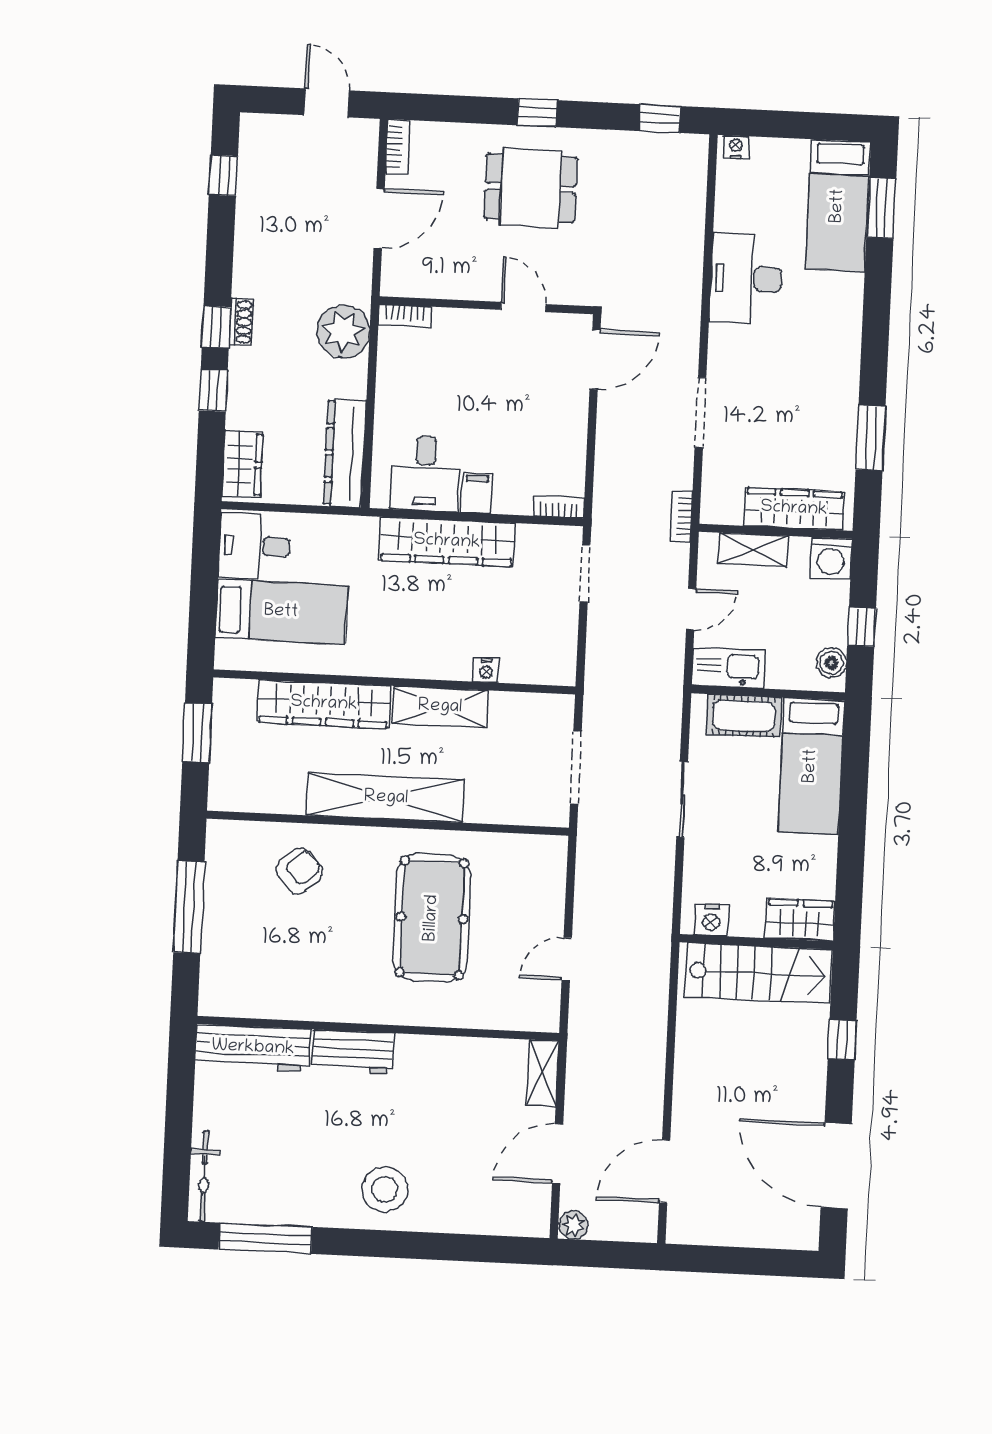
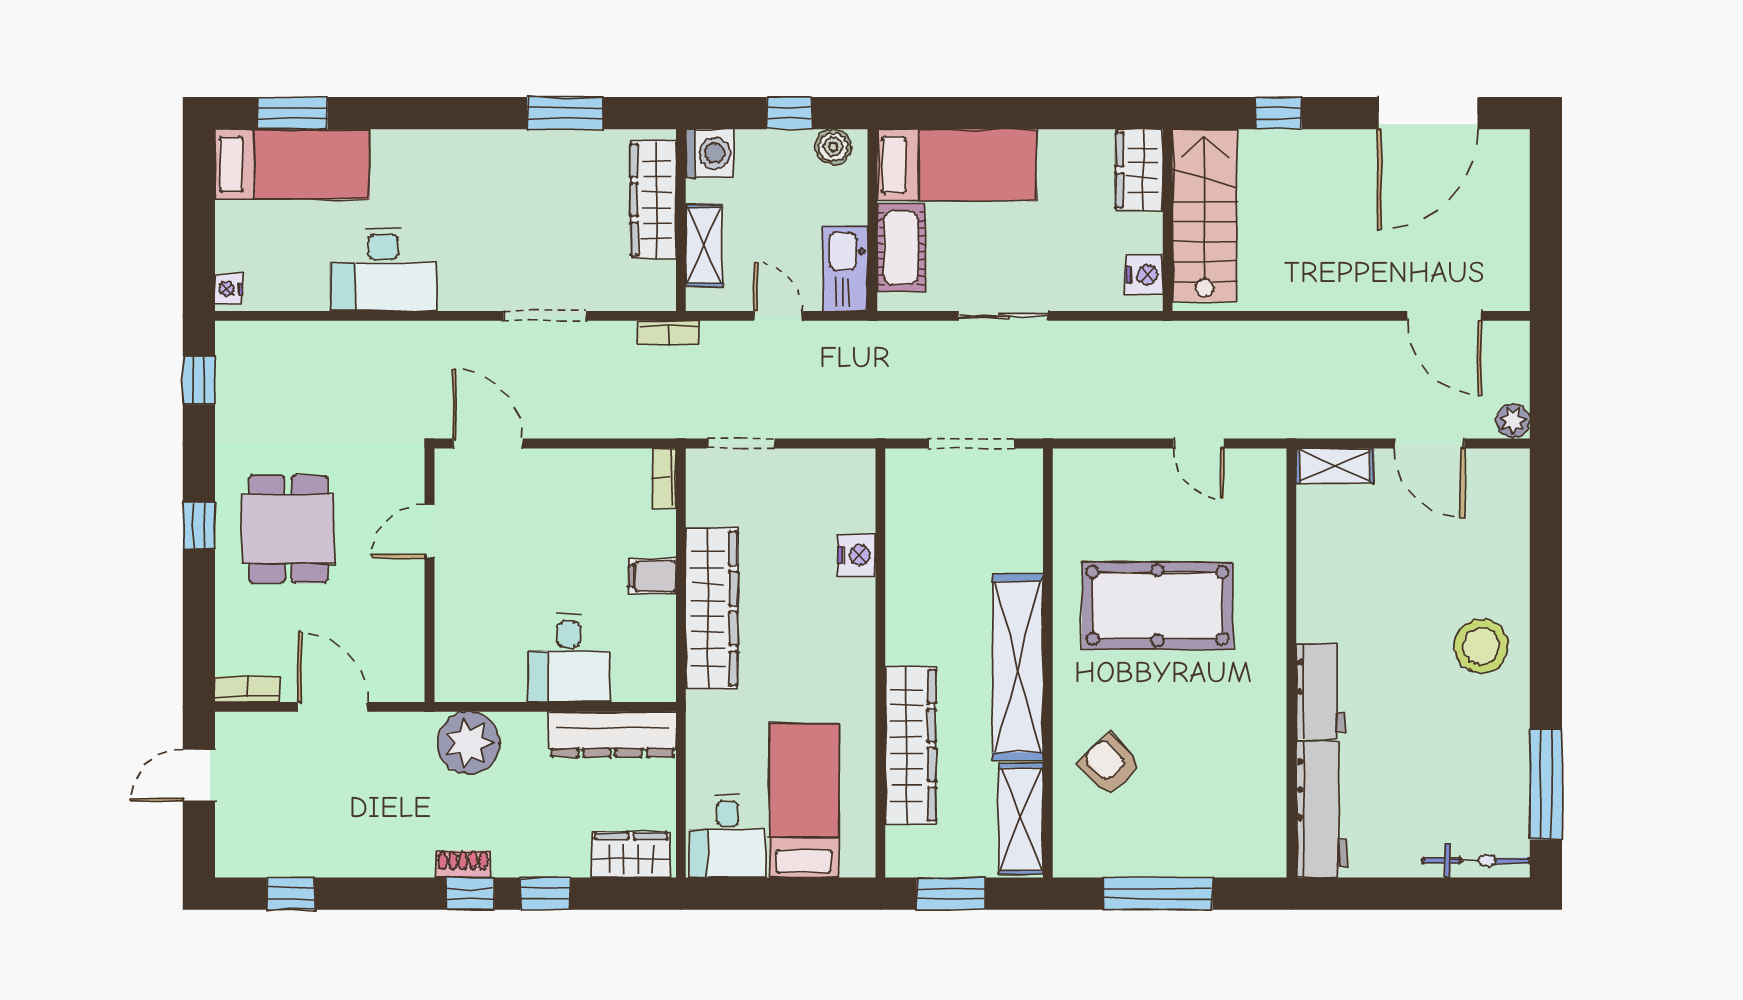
bookcase: (405, 316) -> (447, 671), removed
desk: (425, 474) -> (569, 658), moved, turned 90
nightstand: (486, 670) -> (857, 555), width x1.39, depth x1.35
shelving: (440, 707) -> (1021, 819), moved

